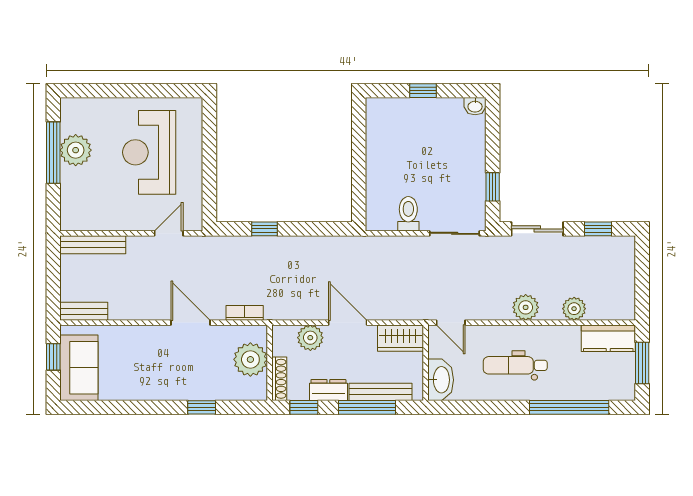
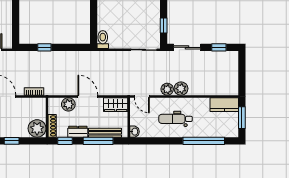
toilet: (408, 214) -> (103, 40), moved
plant: (574, 309) -> (167, 89), moved
plant: (250, 359) -> (37, 128), moved
washbasin: (441, 380) -> (134, 132), width x0.52, depth x0.69

